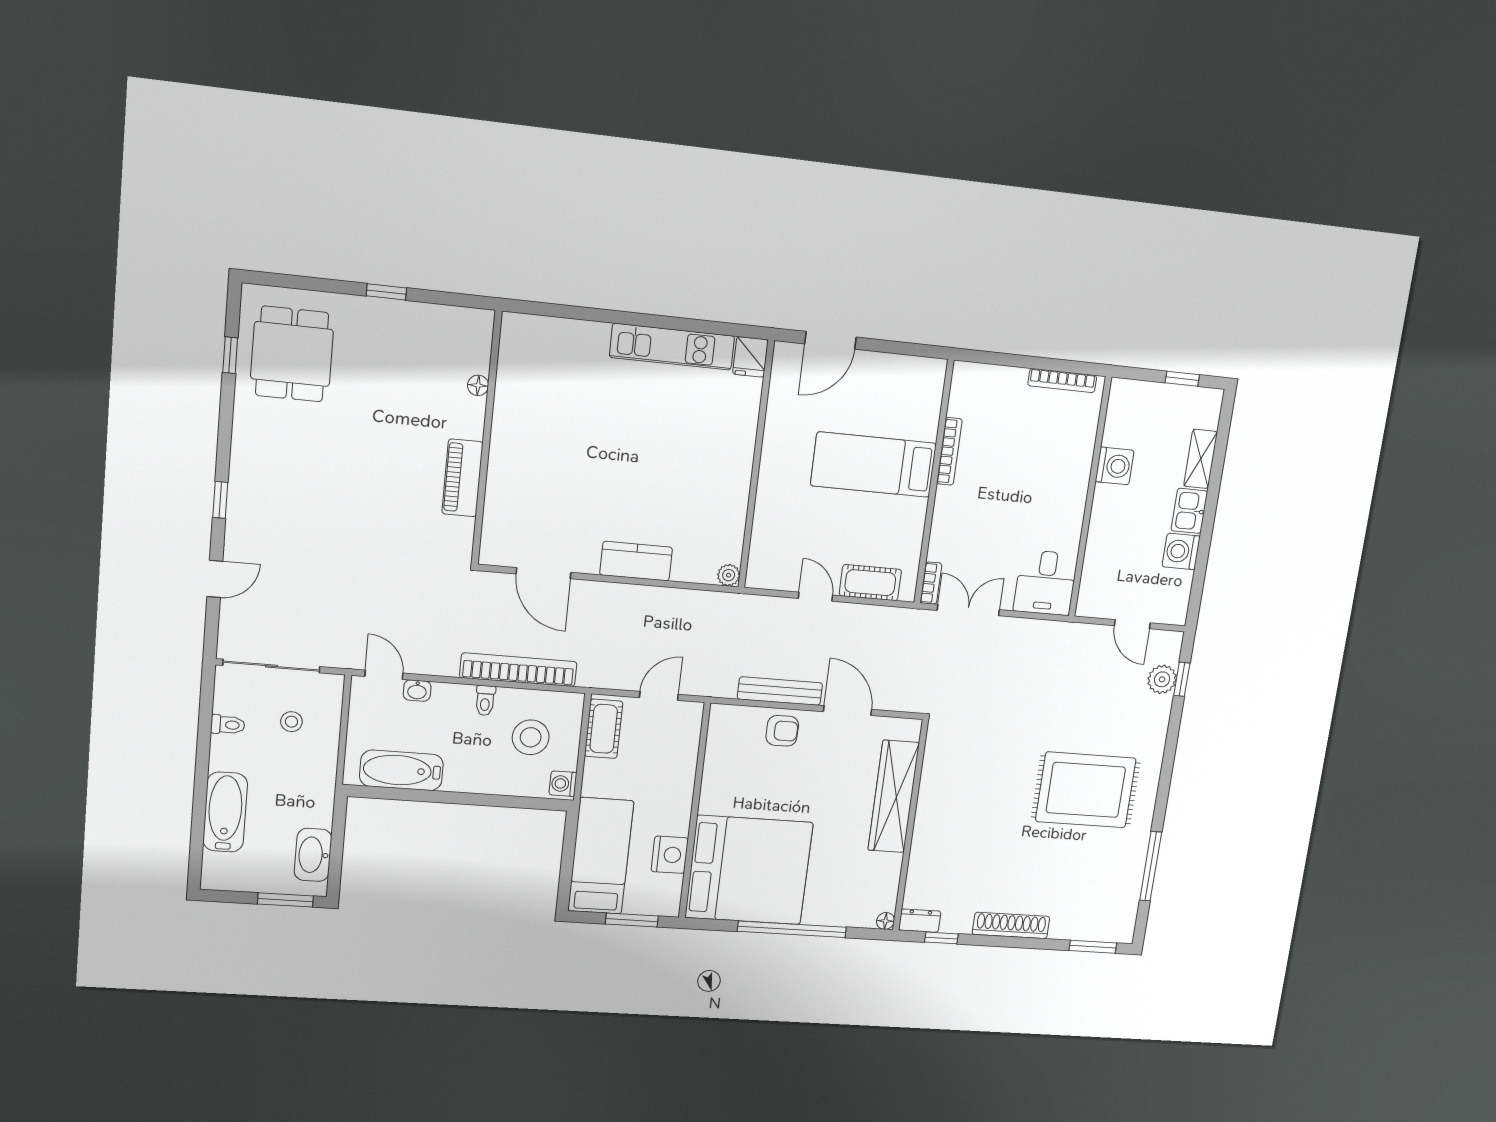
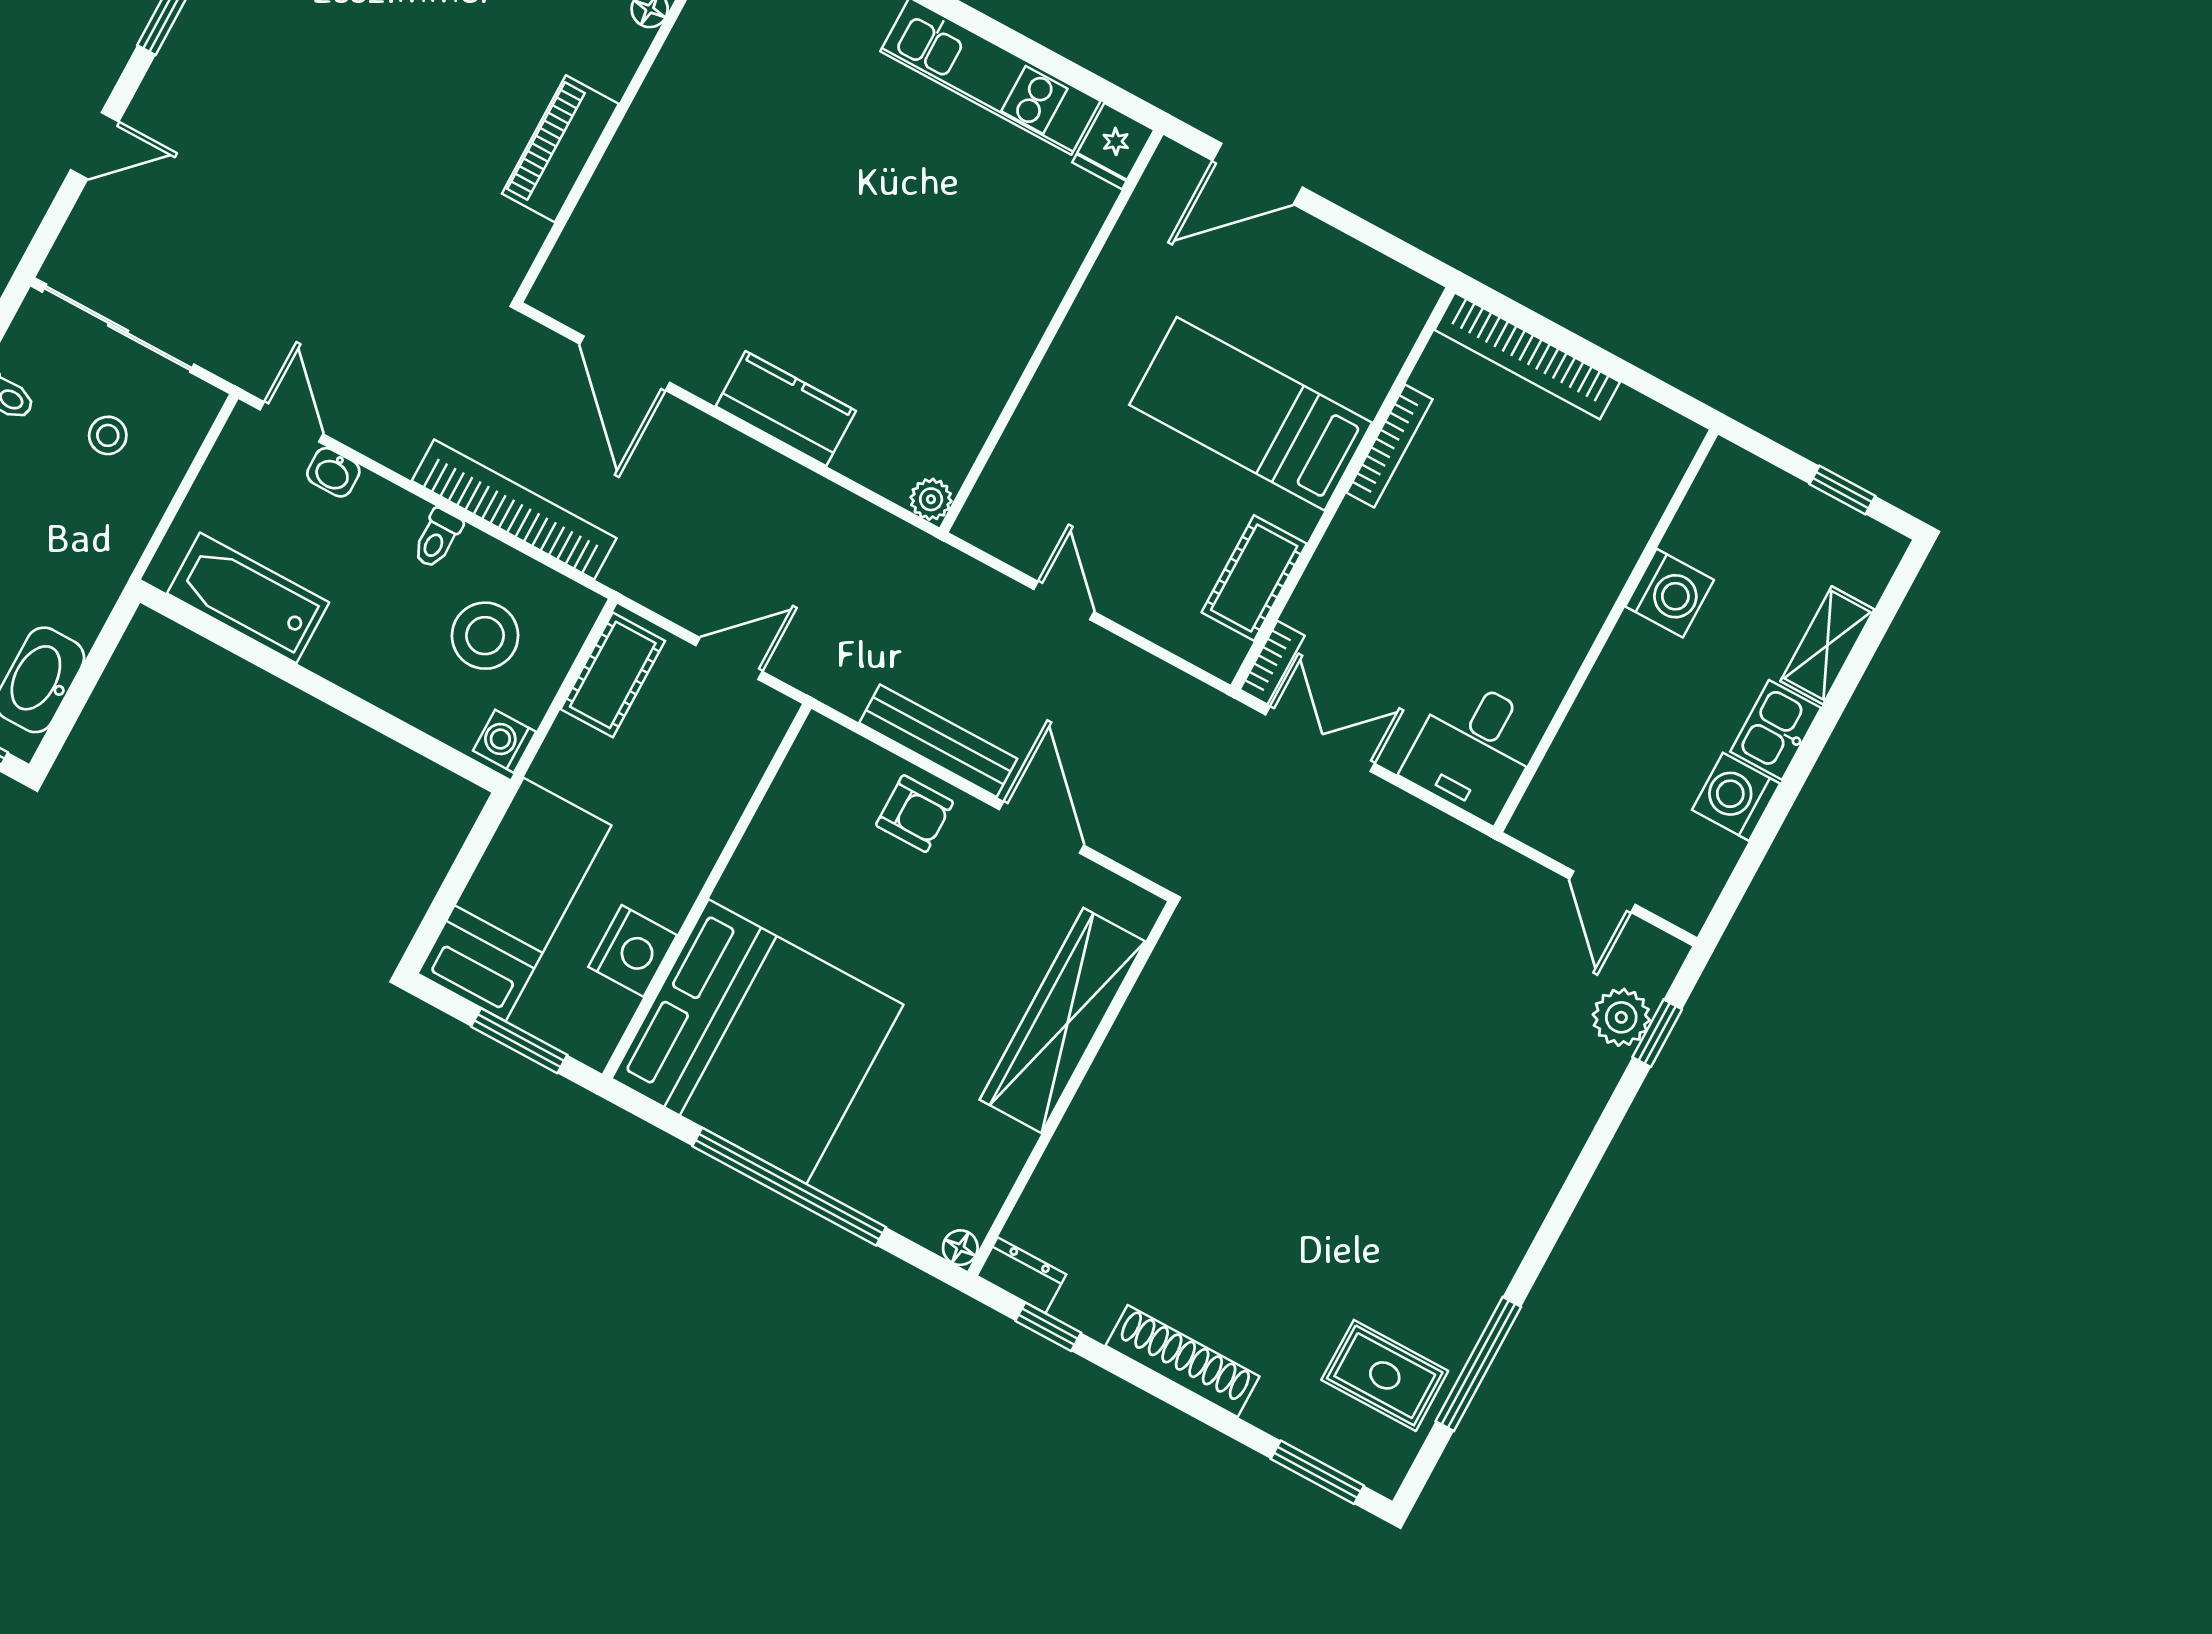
bookcase: (1062, 381) -> (1527, 356), moved, width x1.48, depth x1.31
cot: (870, 583) -> (1254, 578), moved, turned 90
rug: (1086, 790) -> (1385, 1375), moved, width x0.54, depth x0.49

